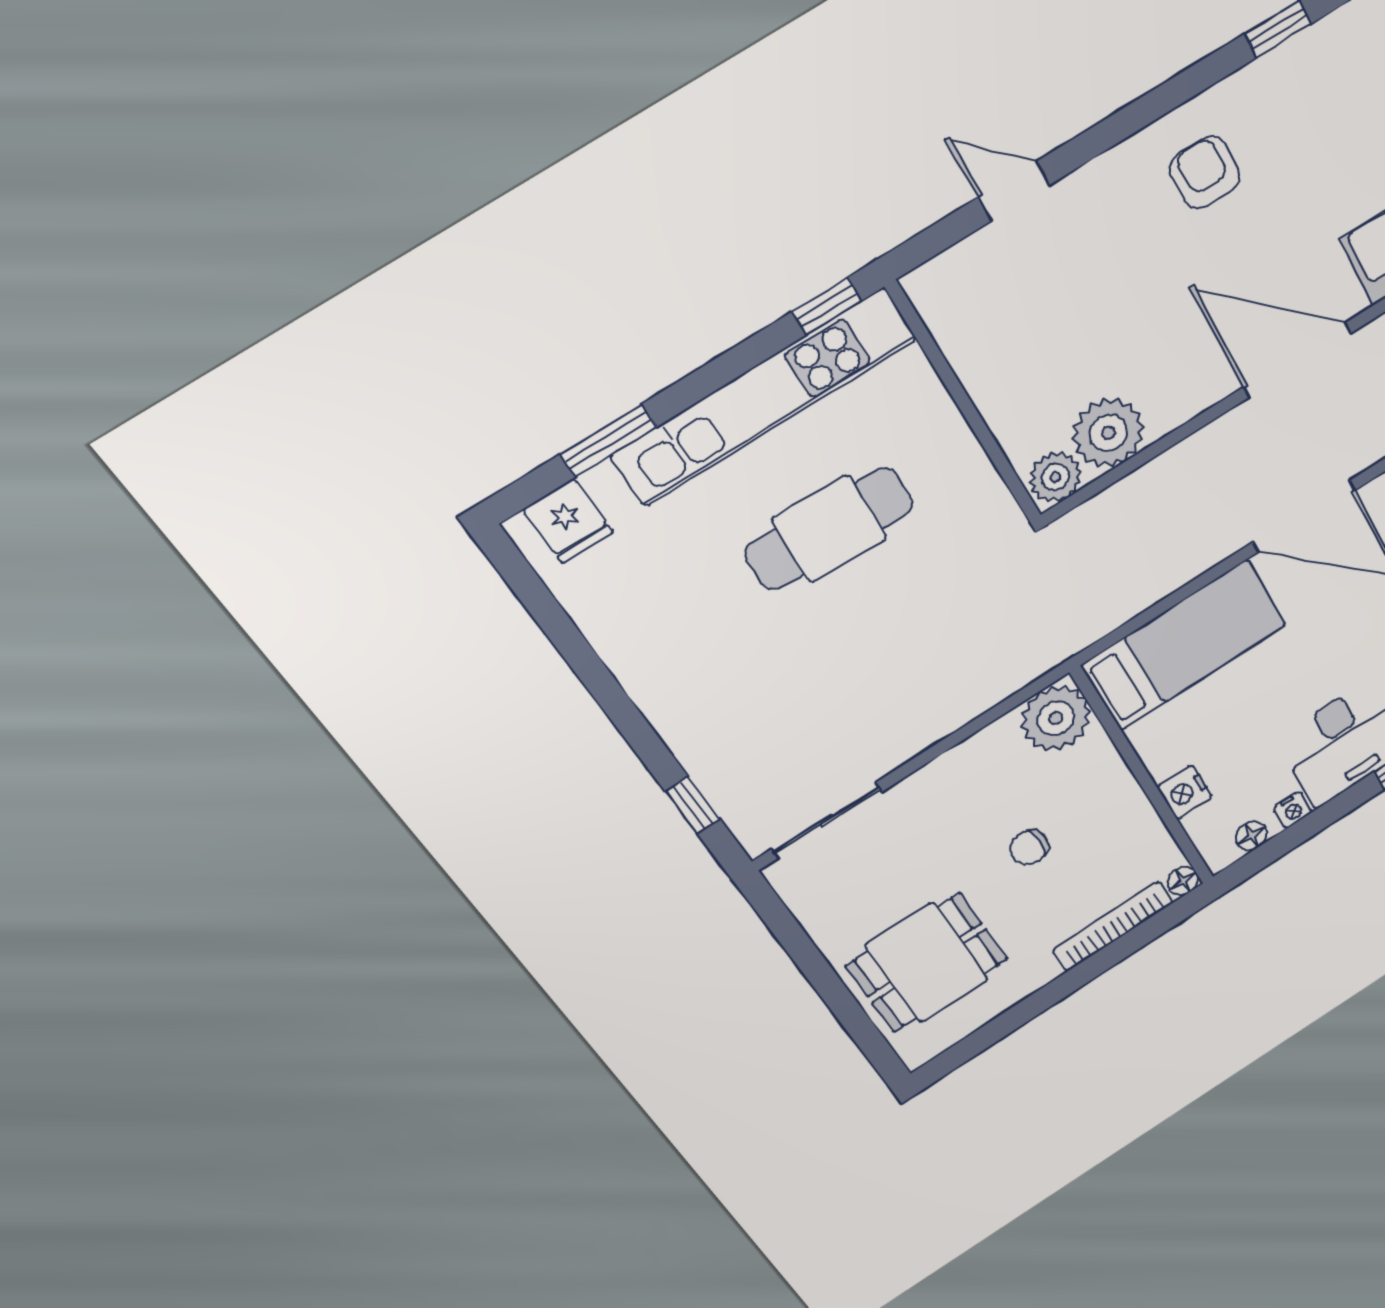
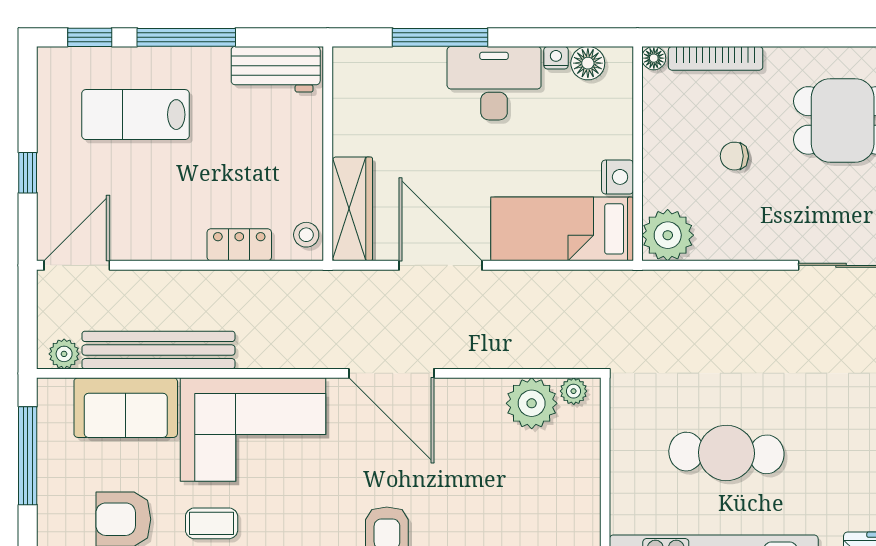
plant: (1055, 477) -> (574, 391), width x0.73, depth x0.73
nightstand: (1185, 792) -> (618, 177), moved
floor lamp: (1251, 836) -> (588, 63), width x1.37, depth x1.37
chair: (1029, 847) -> (734, 156), turned 180

